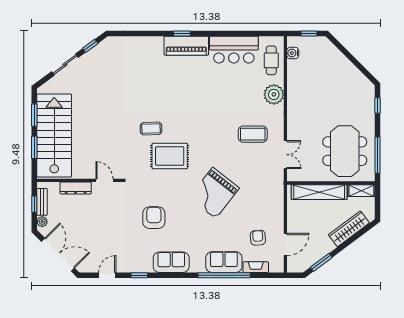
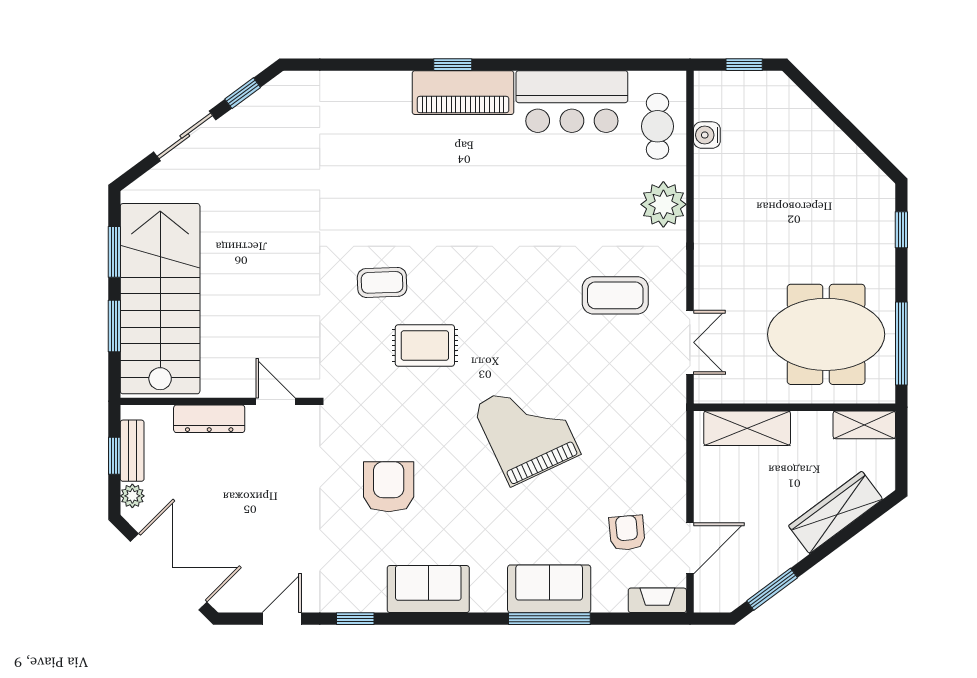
water cooler: (293, 53) -> (707, 135), moved
meeting table: (345, 151) -> (826, 334), turned 90
rug: (170, 156) -> (425, 346), width x0.73, depth x0.70
shelving: (319, 192) -> (747, 428), width x0.68
grand piano: (214, 193) -> (527, 430), turned 117
fireplace: (256, 267) -> (657, 600), moved
window: (224, 275) -> (549, 619), width x0.68

